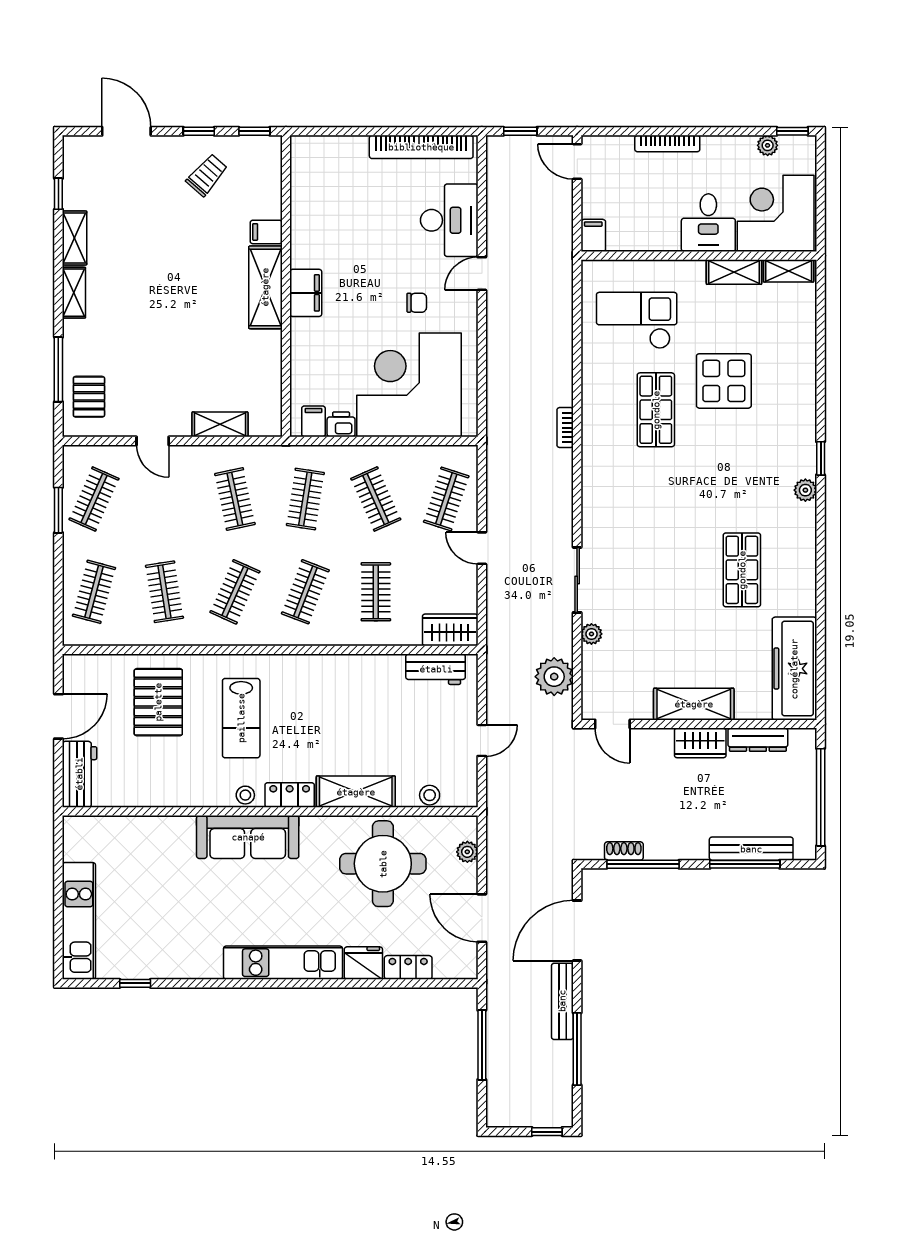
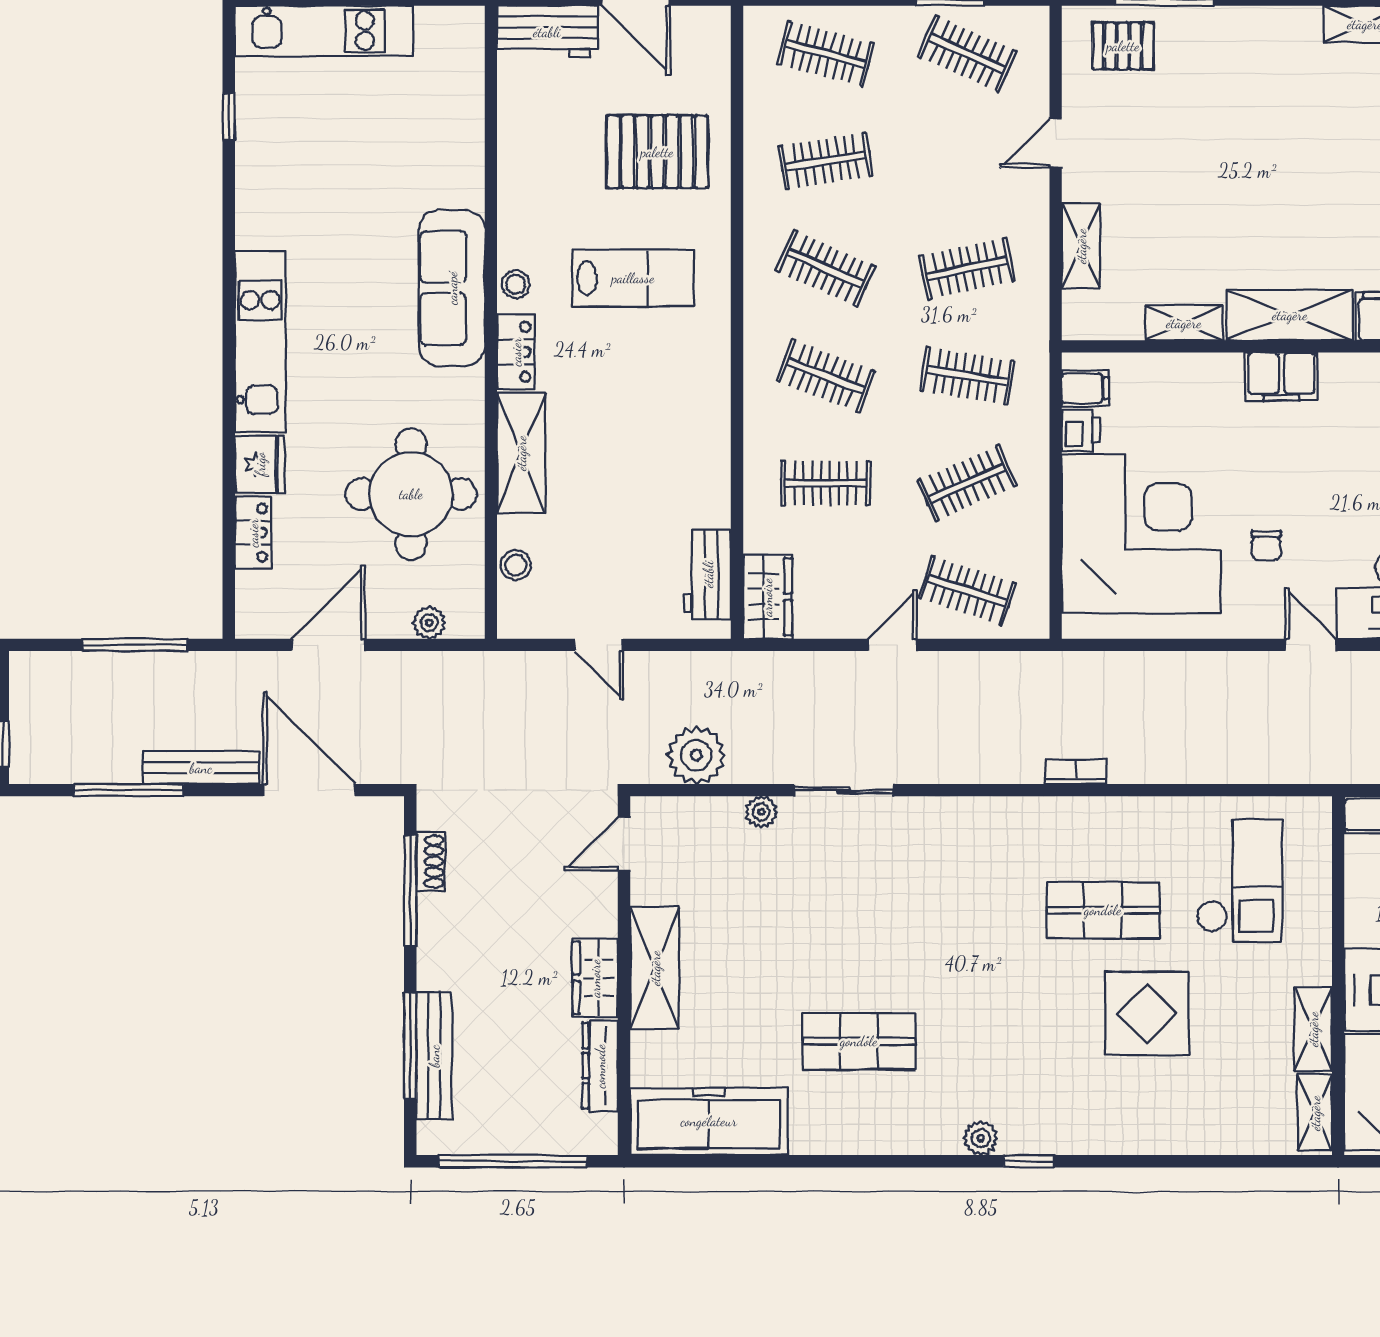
shelving: (74, 293) -> (1184, 323), moved
lab bench: (241, 718) -> (633, 278), turned 180

